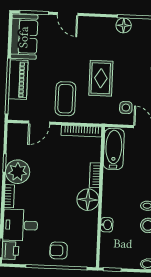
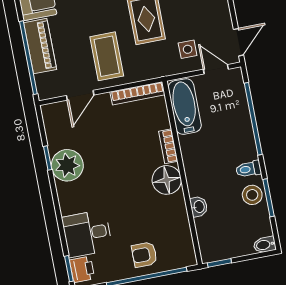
bookcase: (9, 196) -> (64, 199), removed

